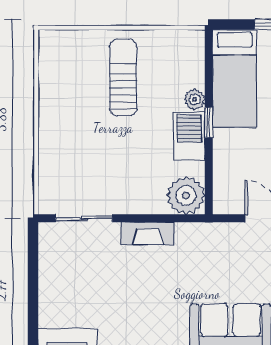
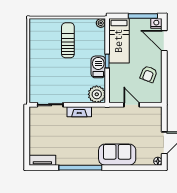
plant: (195, 99) -> (101, 23), moved

